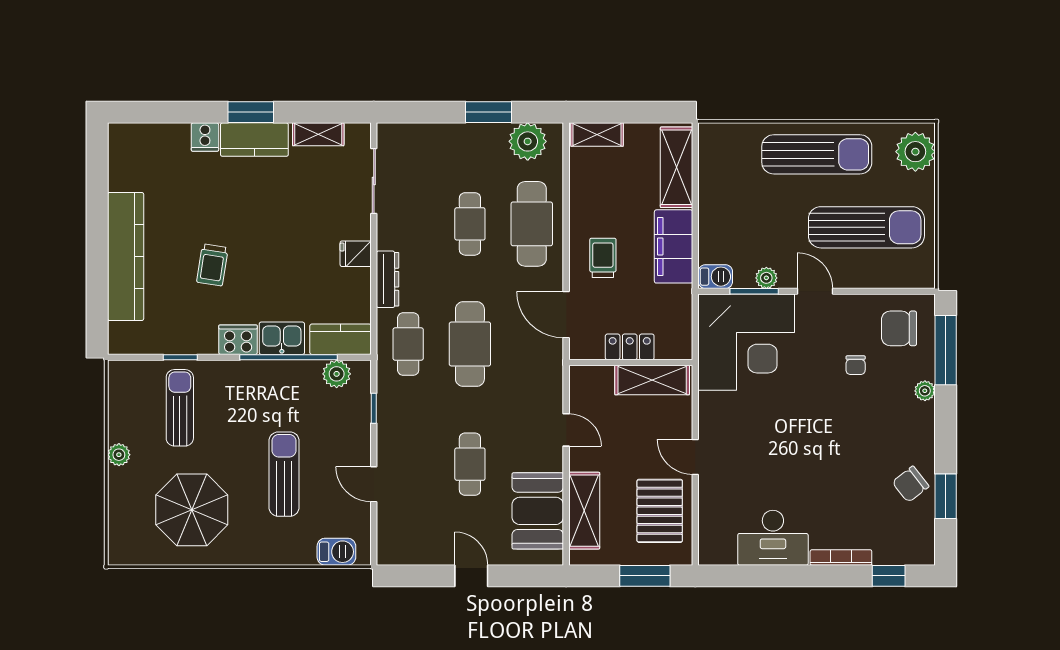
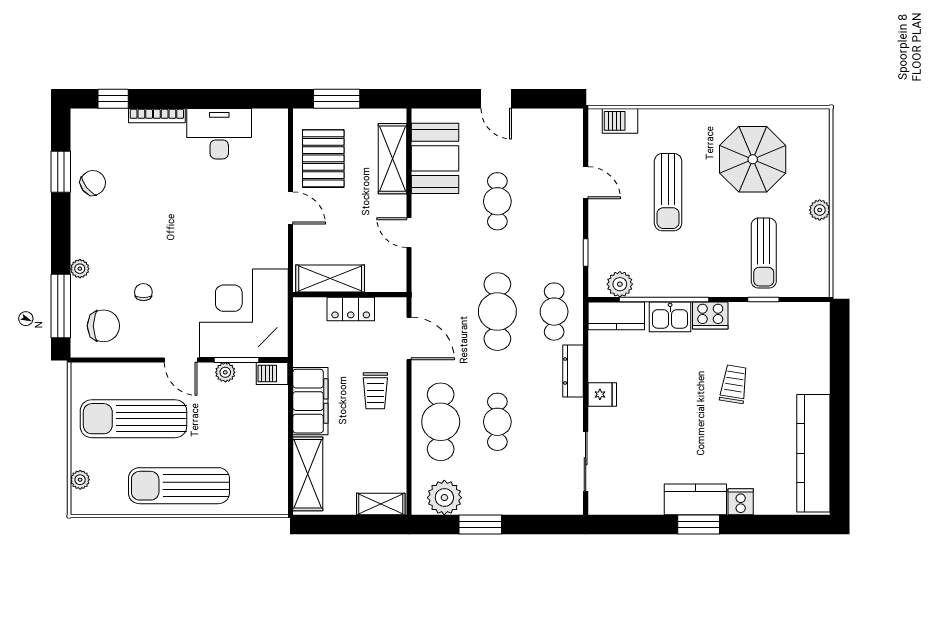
shelving: (318, 134) -> (637, 504), removed
plant: (915, 152) -> (80, 480), width x0.53, depth x0.53
kitchen counter: (126, 256) -> (813, 453), moved

